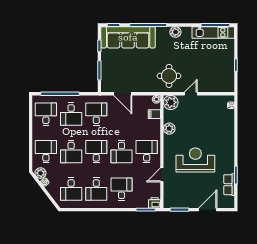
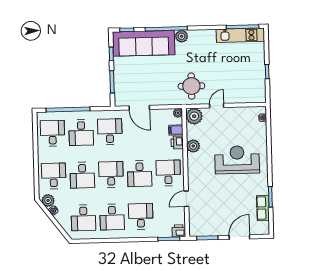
plant: (175, 32) -> (182, 36), moved
printer: (155, 125) -> (177, 143), added
reception desk: (195, 160) -> (237, 160), moved

